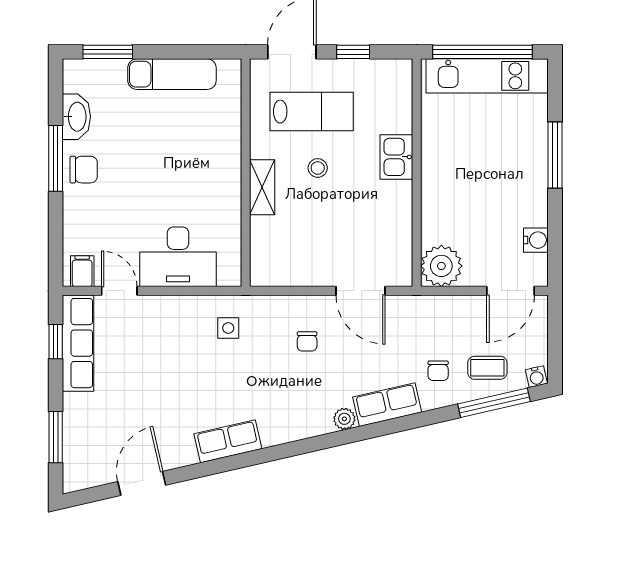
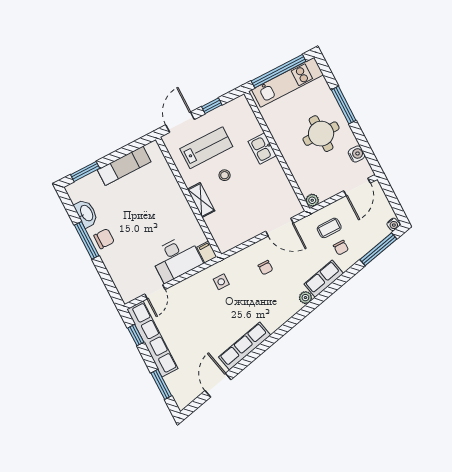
round table: (498, 181) -> (321, 134), added
plant: (441, 266) -> (312, 200), width x0.53, depth x0.53
filing cabinet: (82, 271) -> (207, 252), moved
door: (119, 291) -> (155, 292), swing flipped
row of seats: (78, 343) -> (152, 339), width x1.36
coffee table: (487, 368) -> (329, 228), moved
row of seats: (228, 441) -> (245, 346), width x1.48

